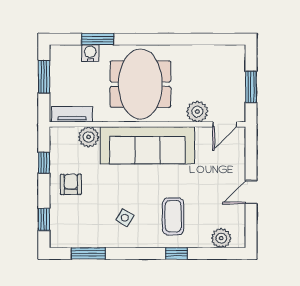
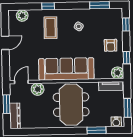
water cooler: (90, 53) -> (116, 122), moved
dresser: (237, 67) -> (15, 116), added
plant: (89, 137) -> (118, 73), moved

